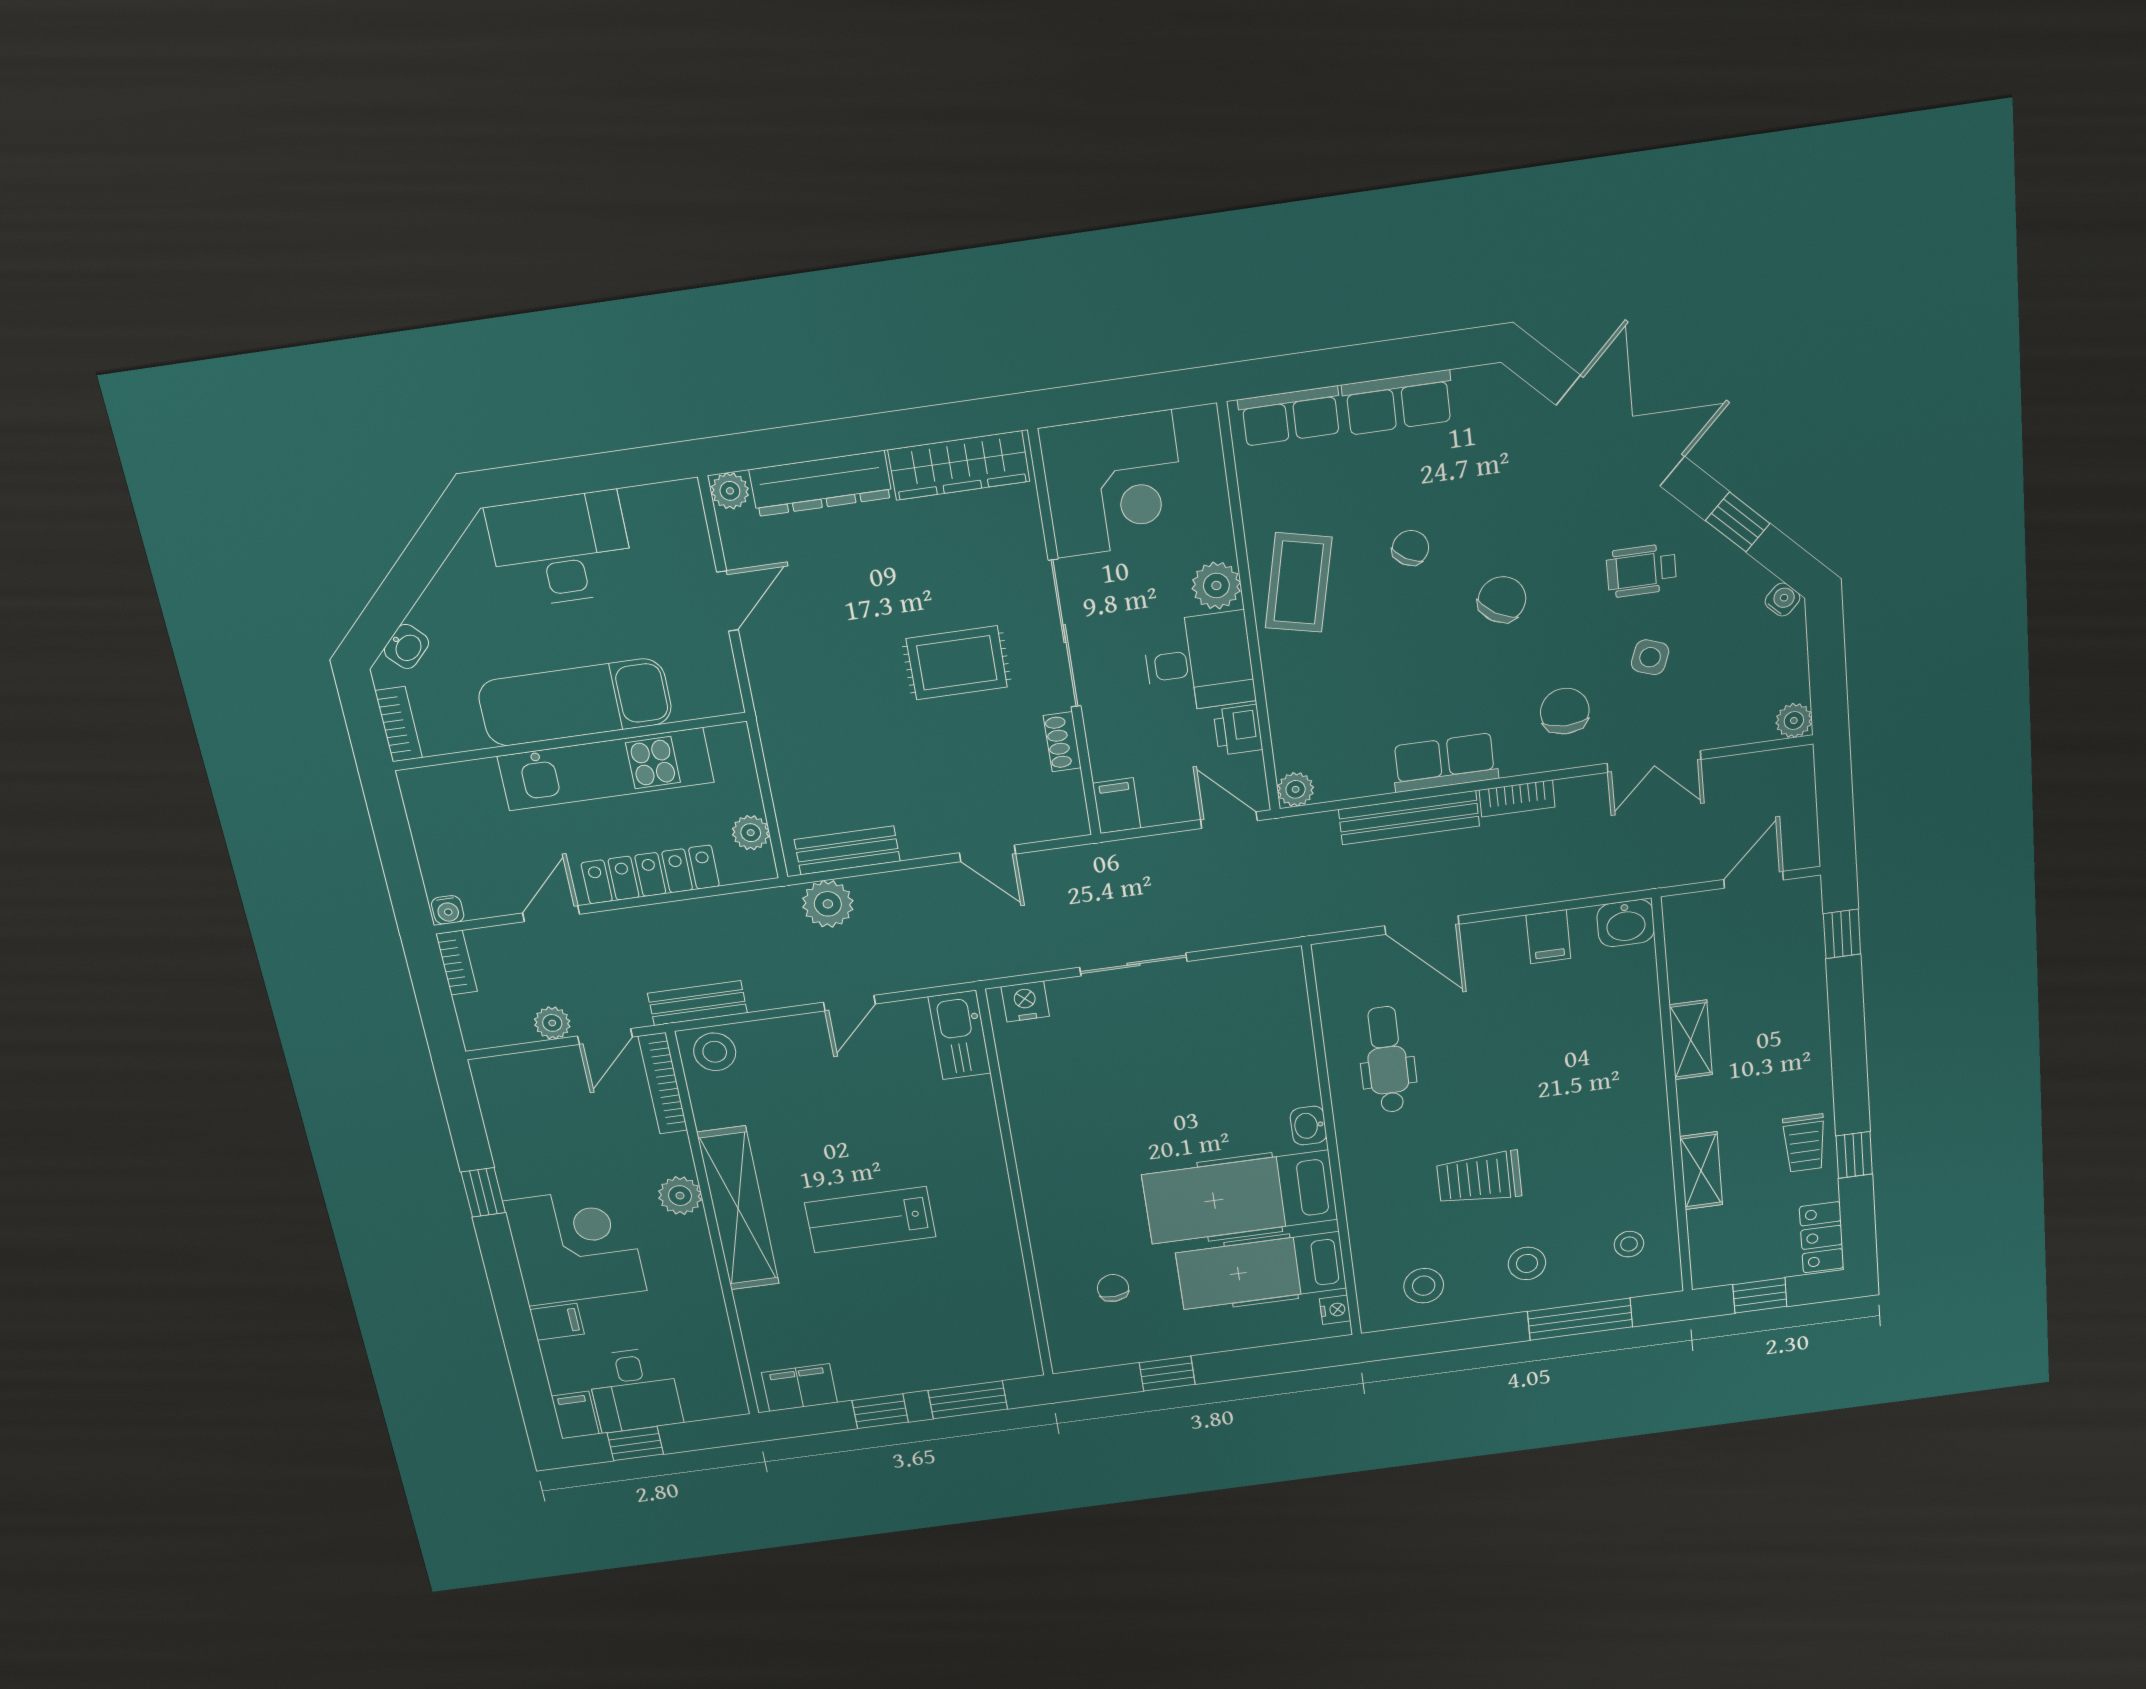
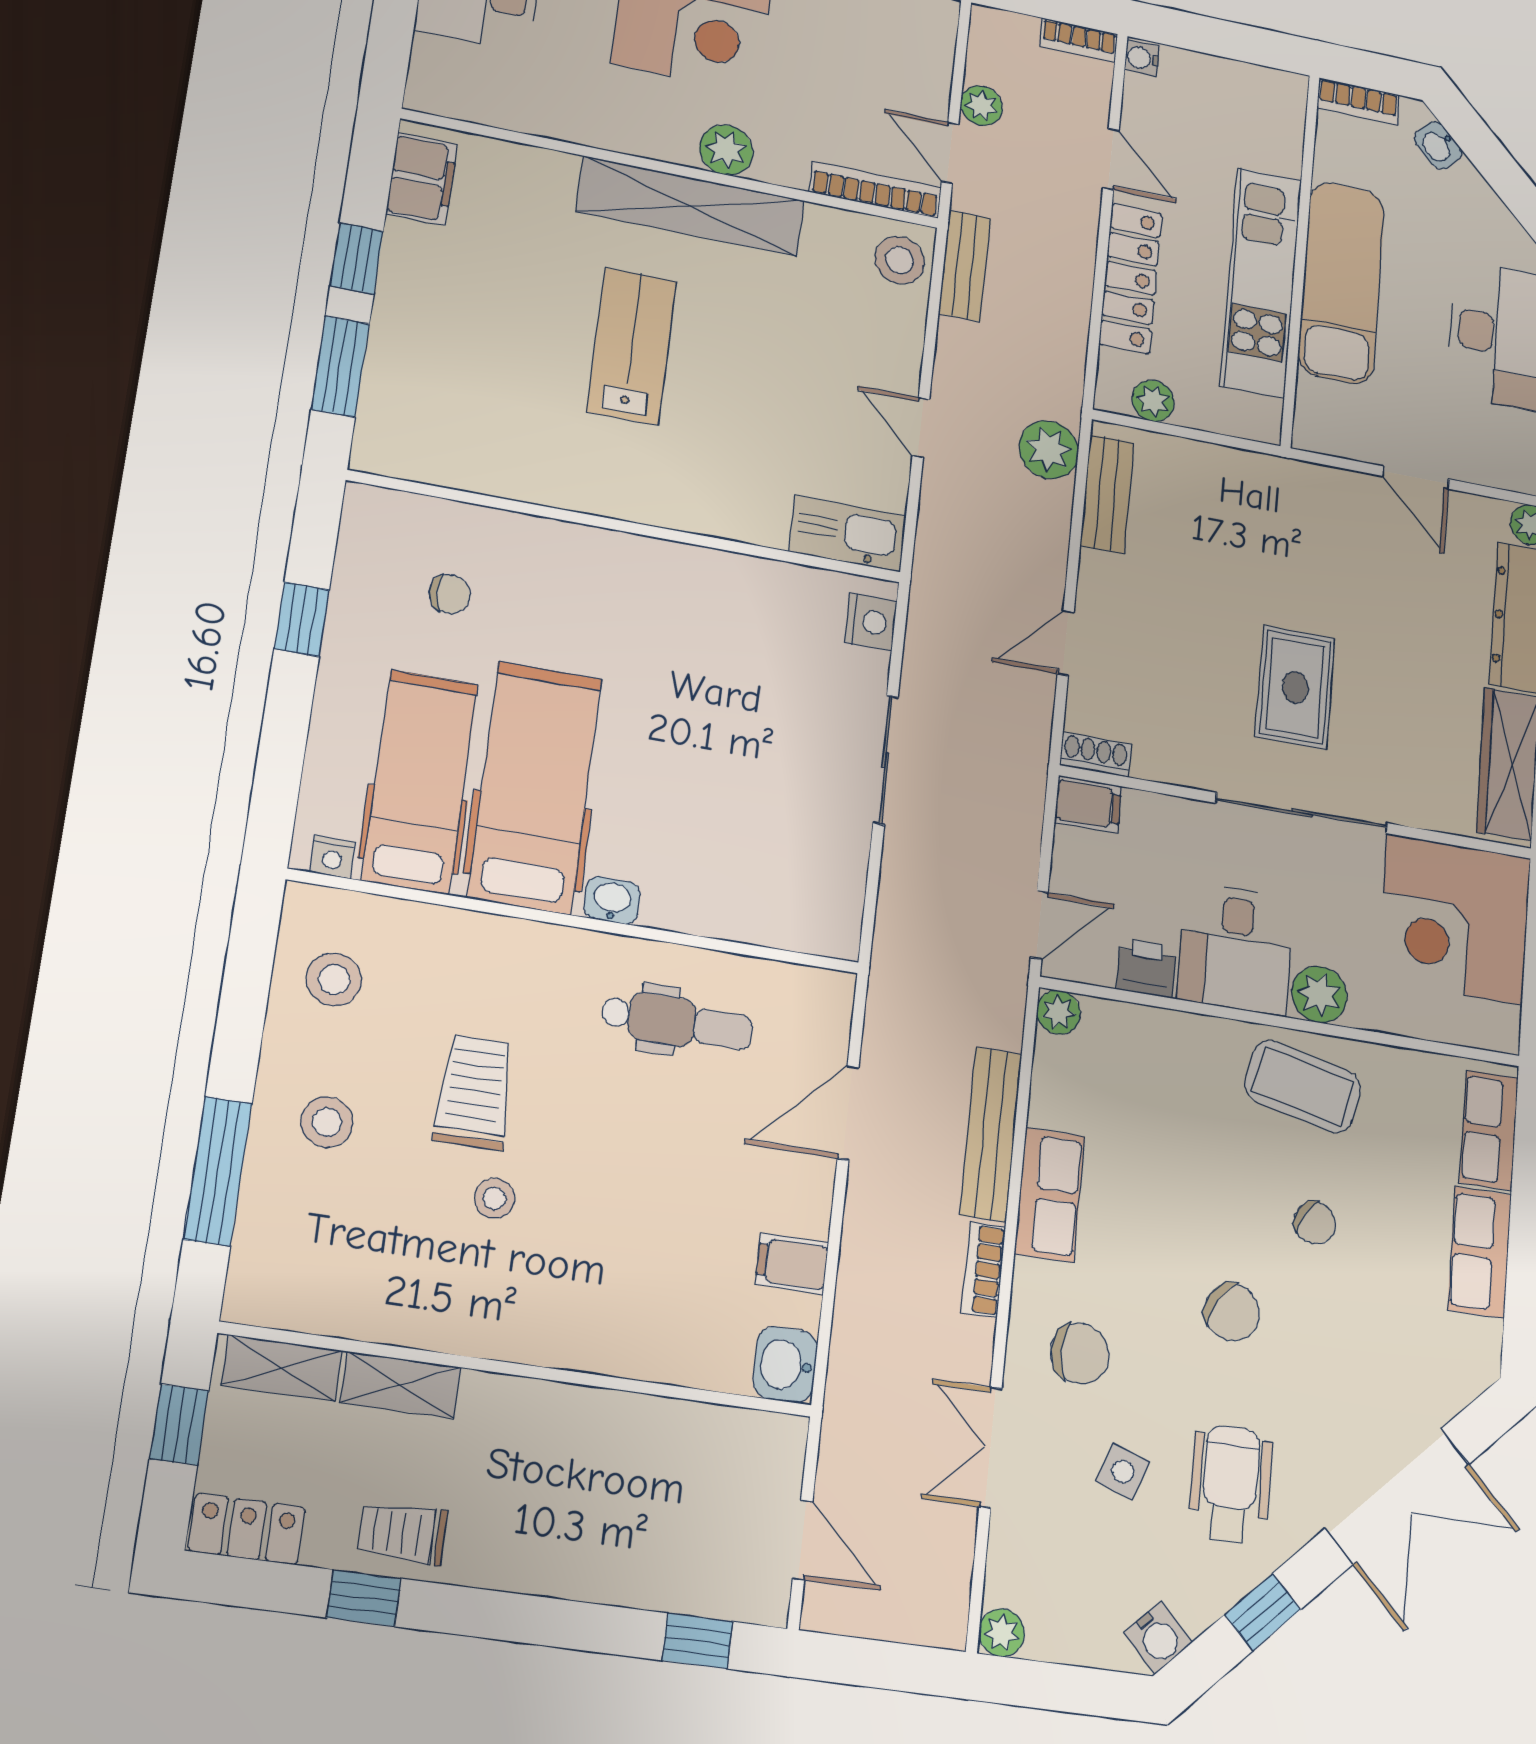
wheelchair: (1641, 570) -> (1230, 1484), width x1.36, depth x1.37
water cooler: (1782, 600) -> (1158, 1638), width x1.38, depth x1.38
shoe rack: (1062, 742) -> (1096, 755), moved
shelving: (1691, 1040) -> (282, 1368), moved
stool: (1629, 1244) -> (494, 1198), moved

